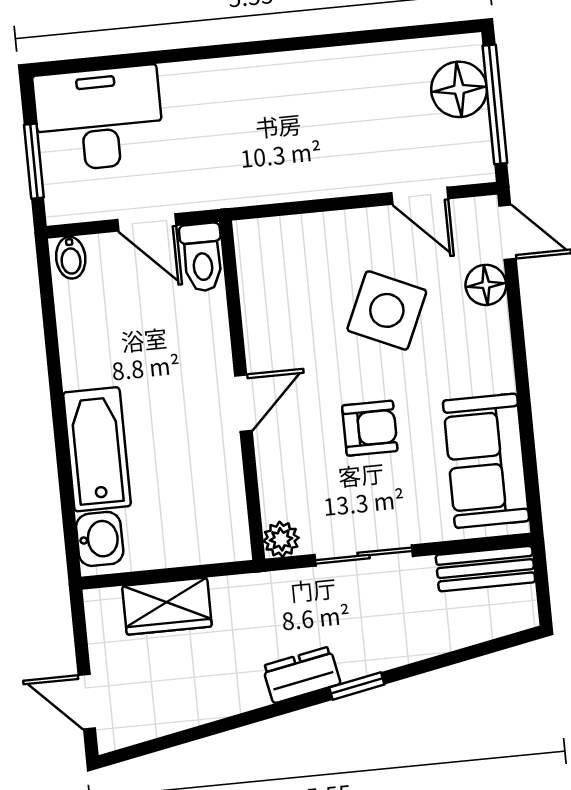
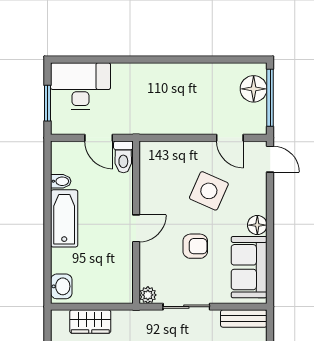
bidet: (71, 258) -> (61, 181), moved, turned -90
floor lamp: (486, 285) -> (257, 225), moved
bathtub: (97, 449) -> (64, 218), moved

